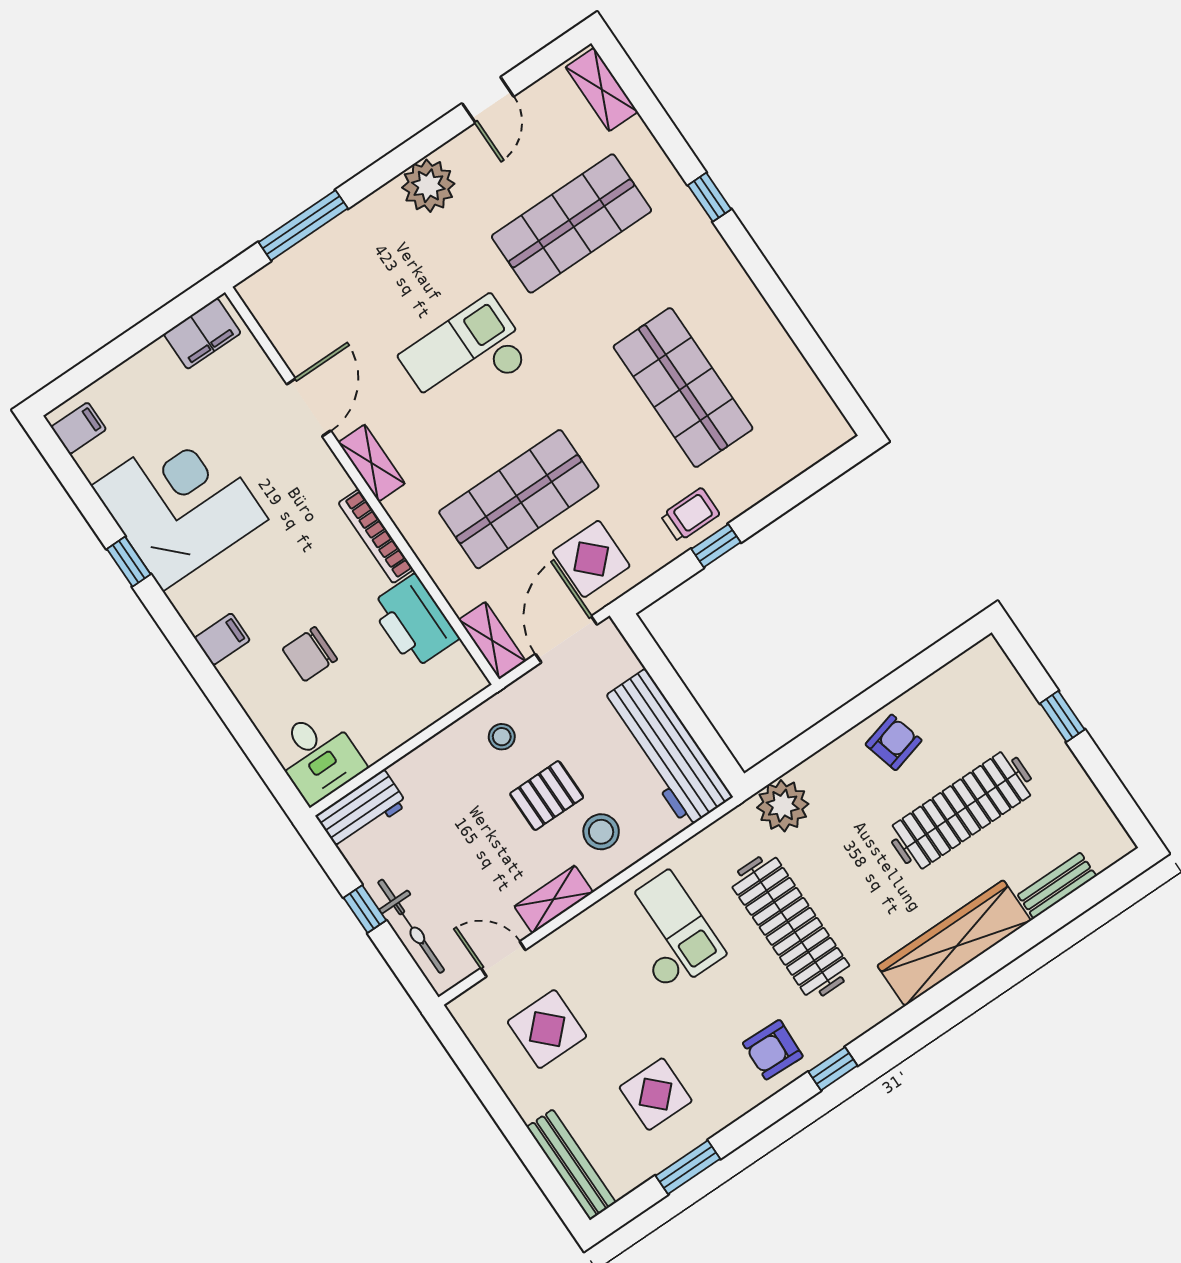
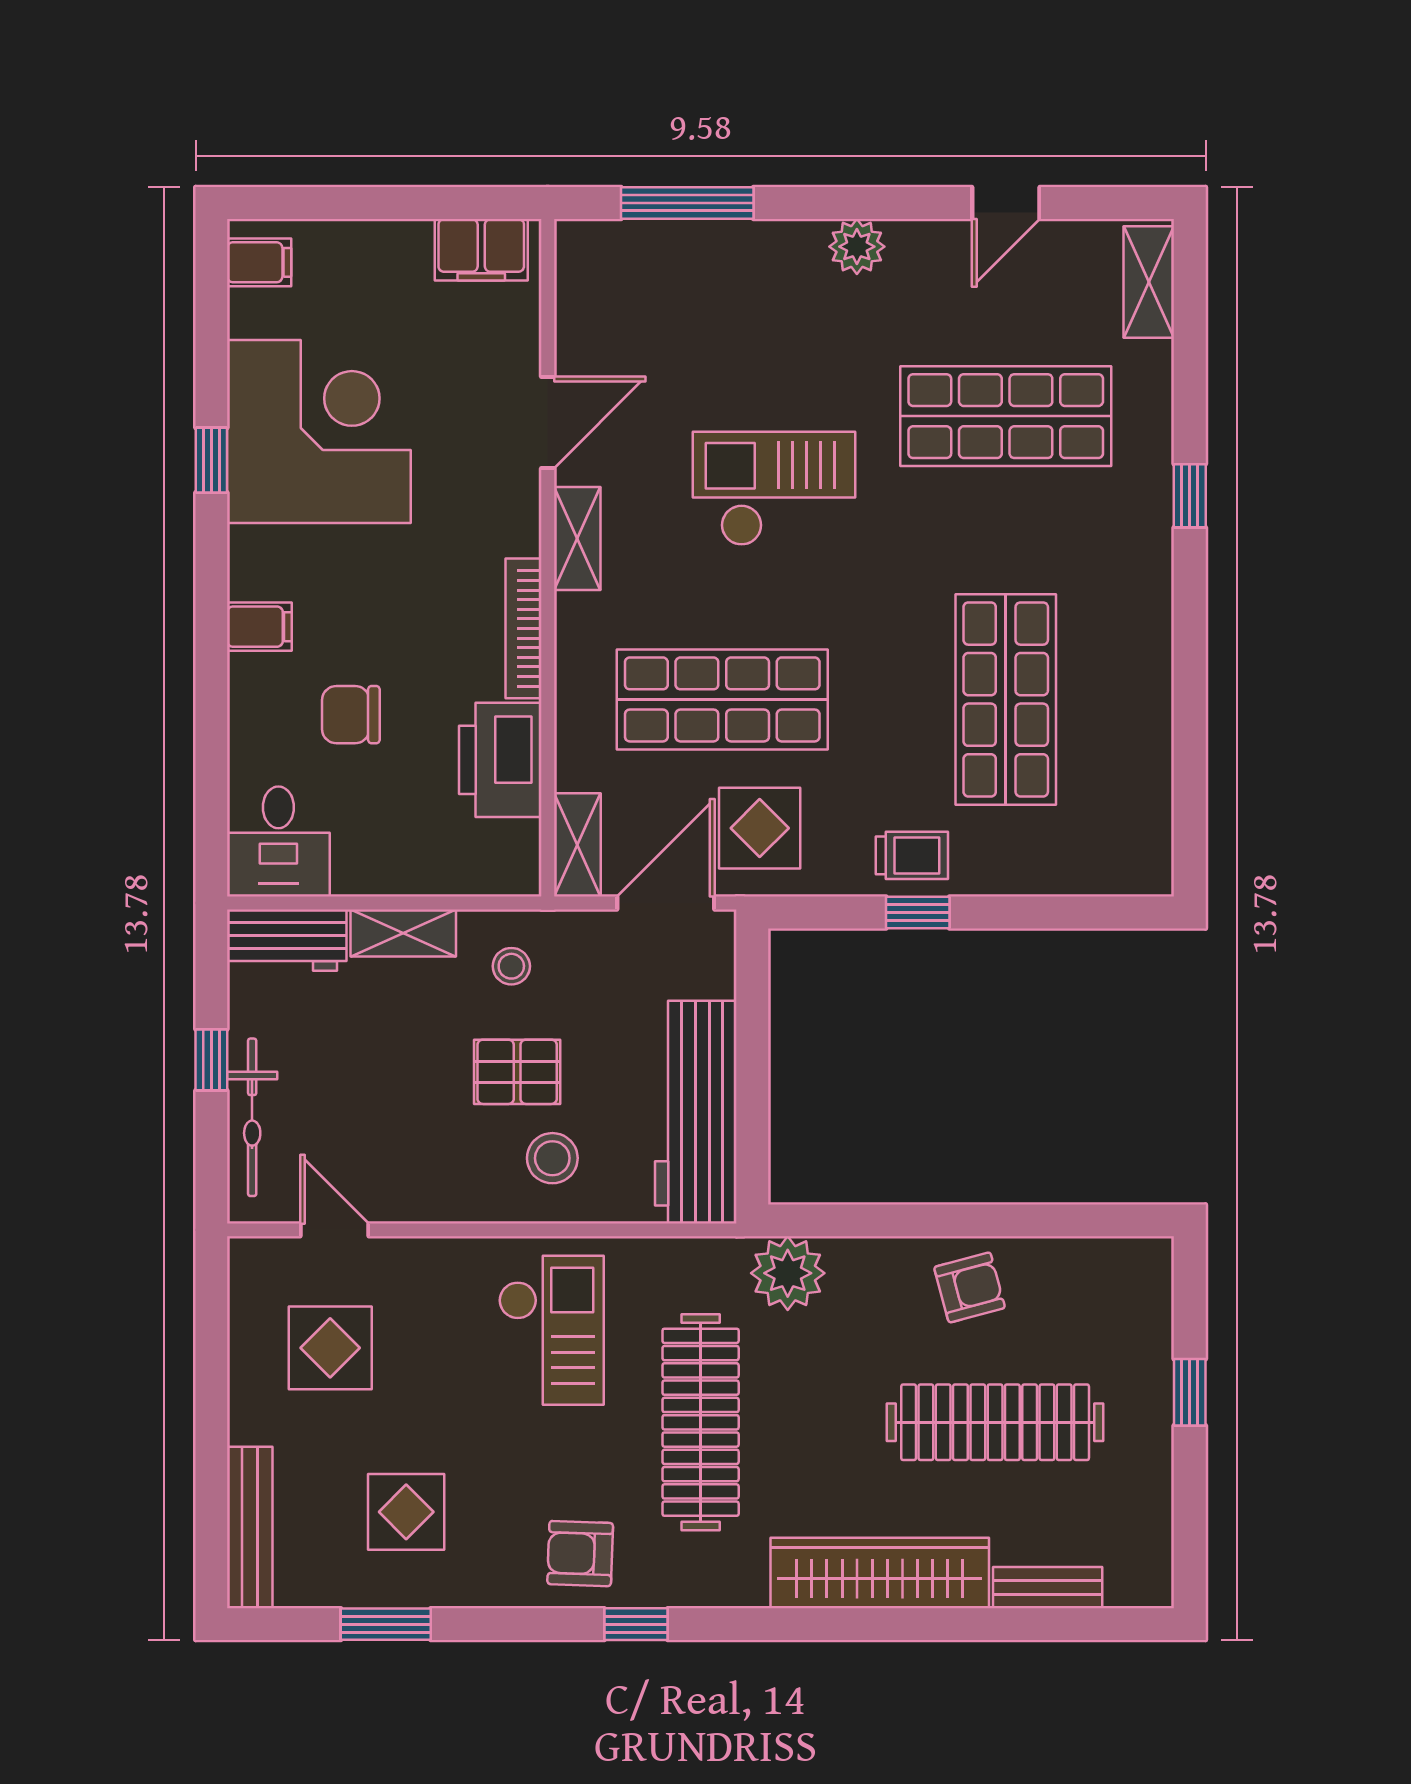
plant: (428, 186) -> (857, 247), width x0.73, depth x0.73
shelving: (554, 899) -> (403, 933), moved

